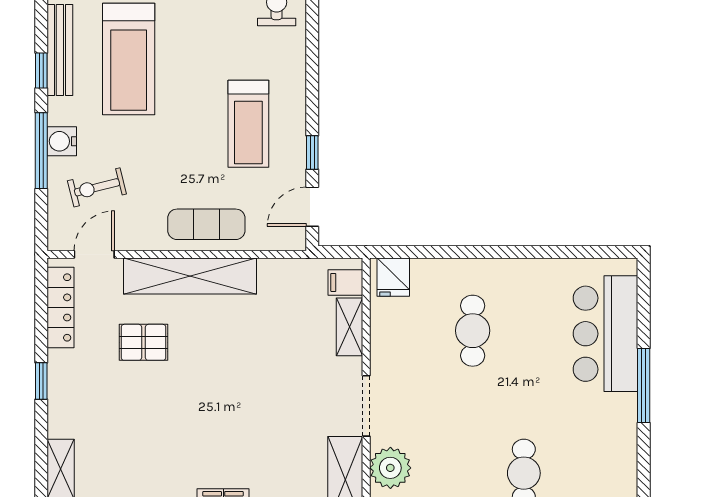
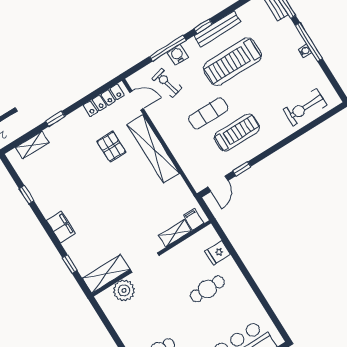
treadmill: (248, 124) -> (237, 133), turned 180
door: (312, 207) -> (218, 184), swing flipped
exercise mat: (206, 224) -> (208, 113), moved, turned 90
fridge: (393, 277) -> (218, 253), moved
window: (41, 381) -> (55, 119), moved

